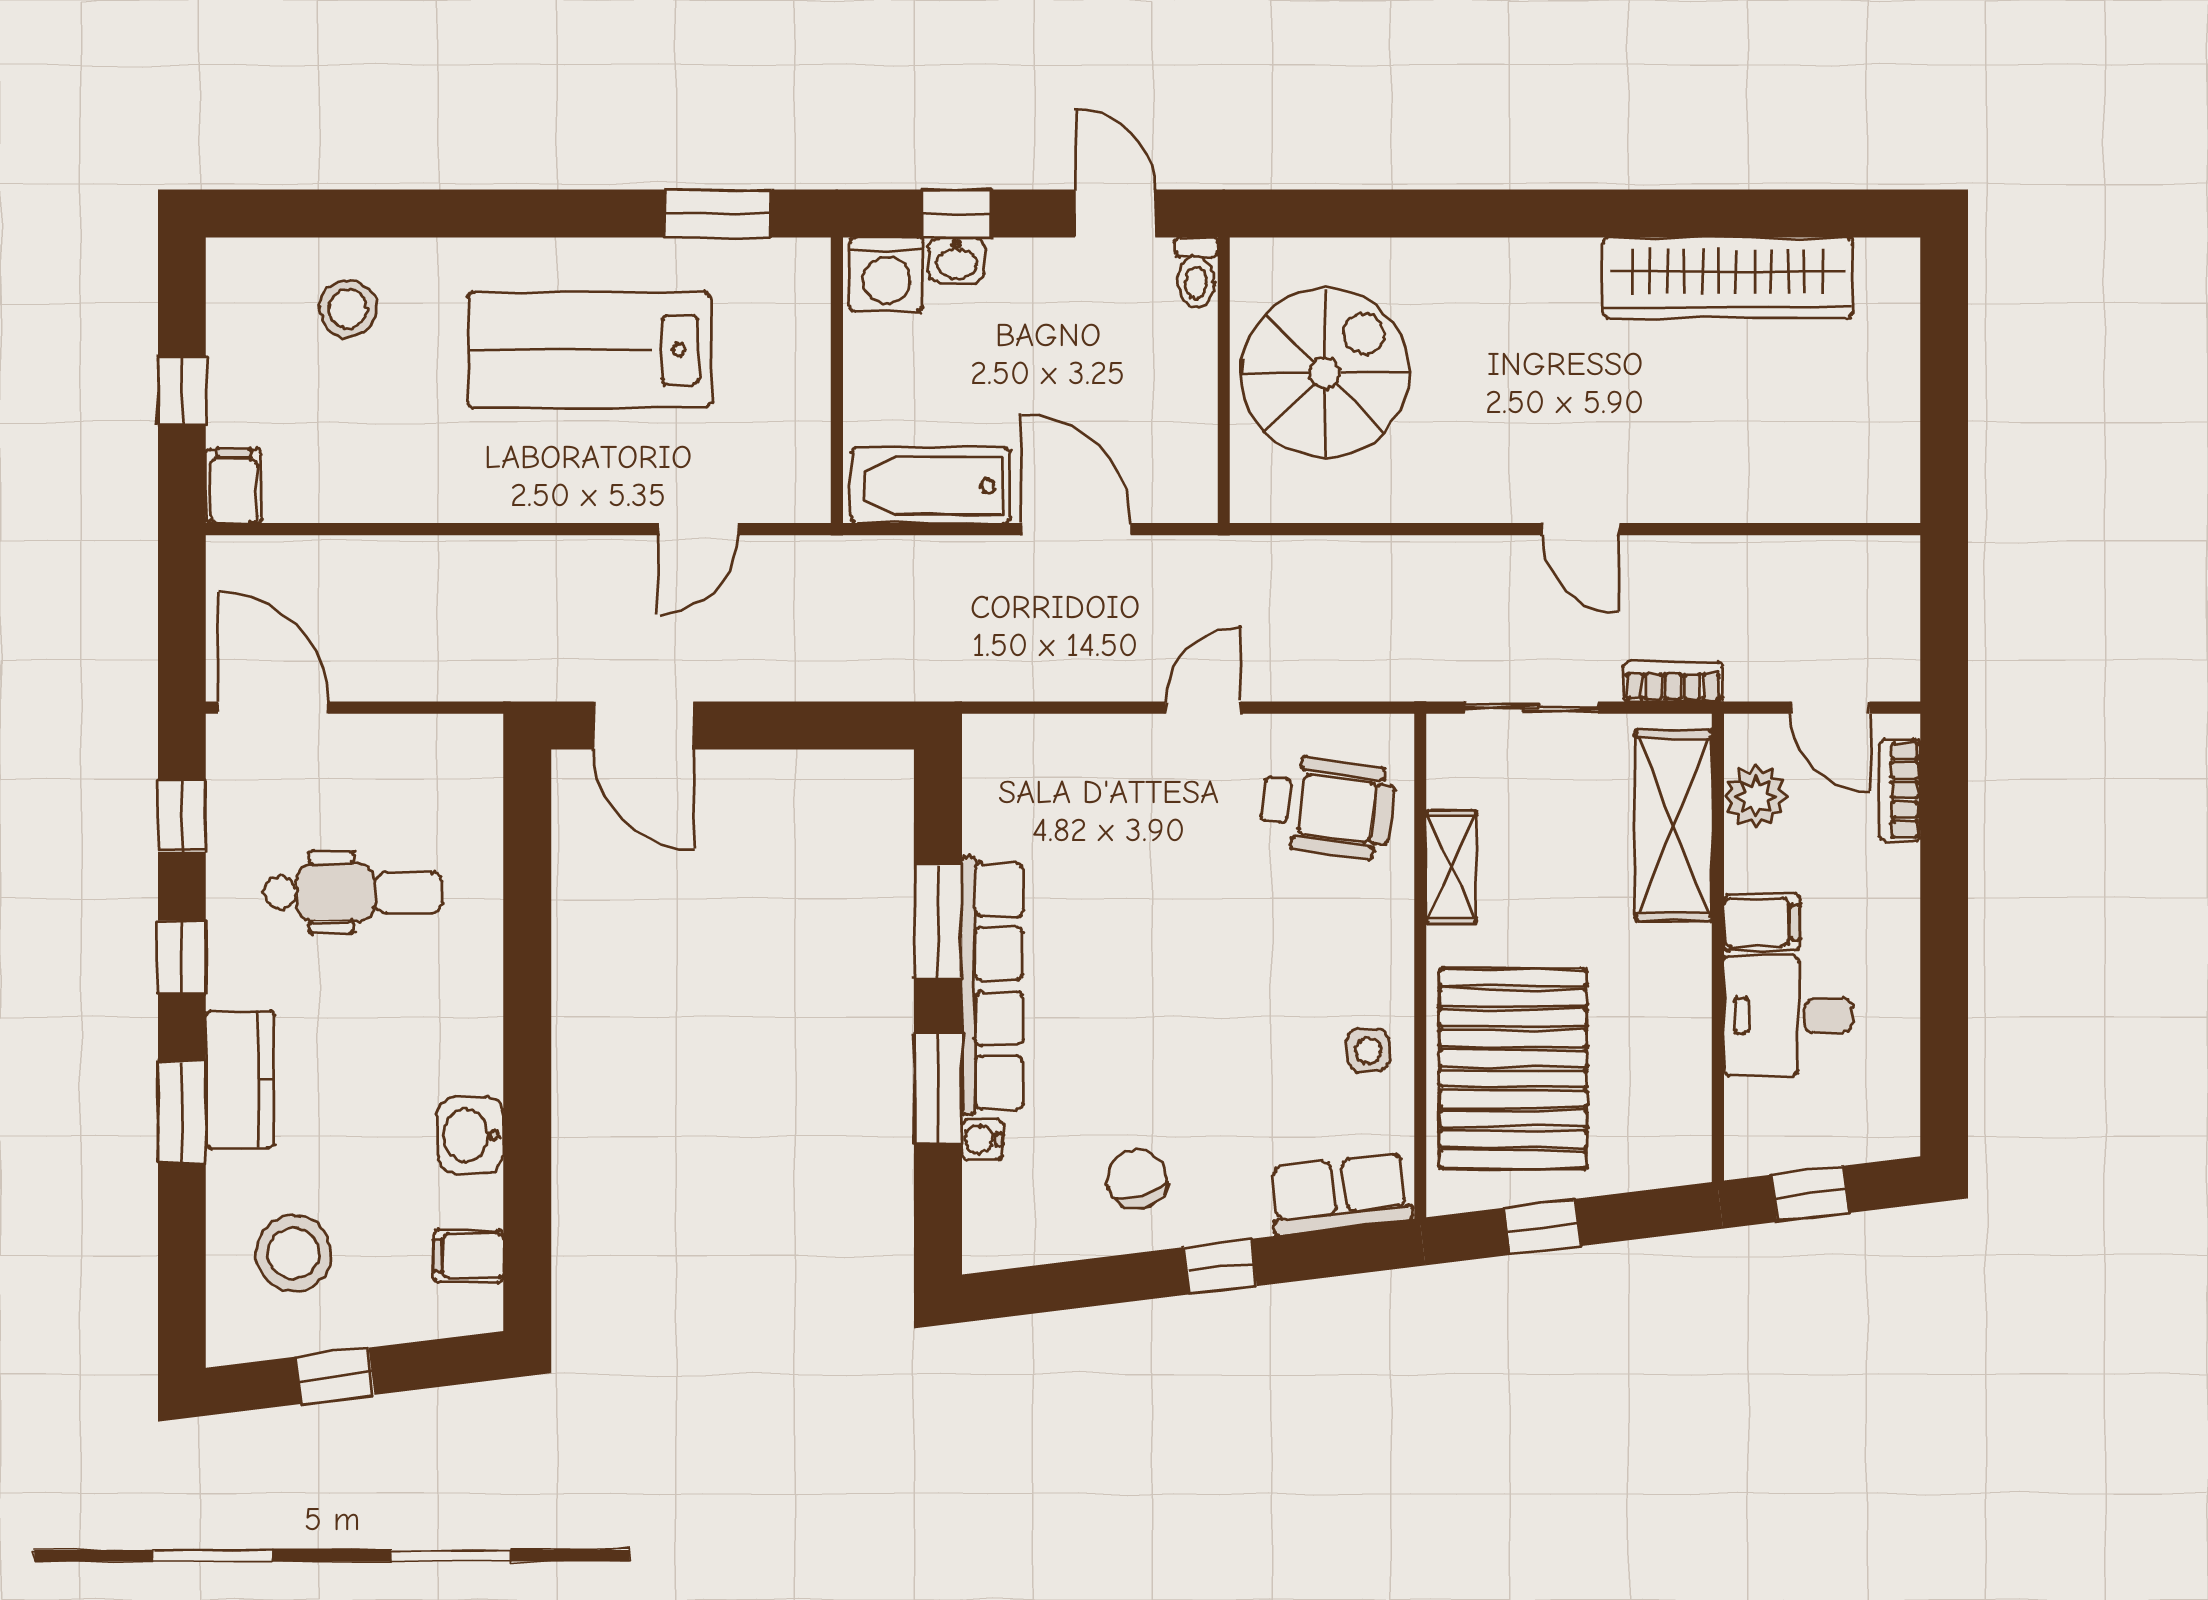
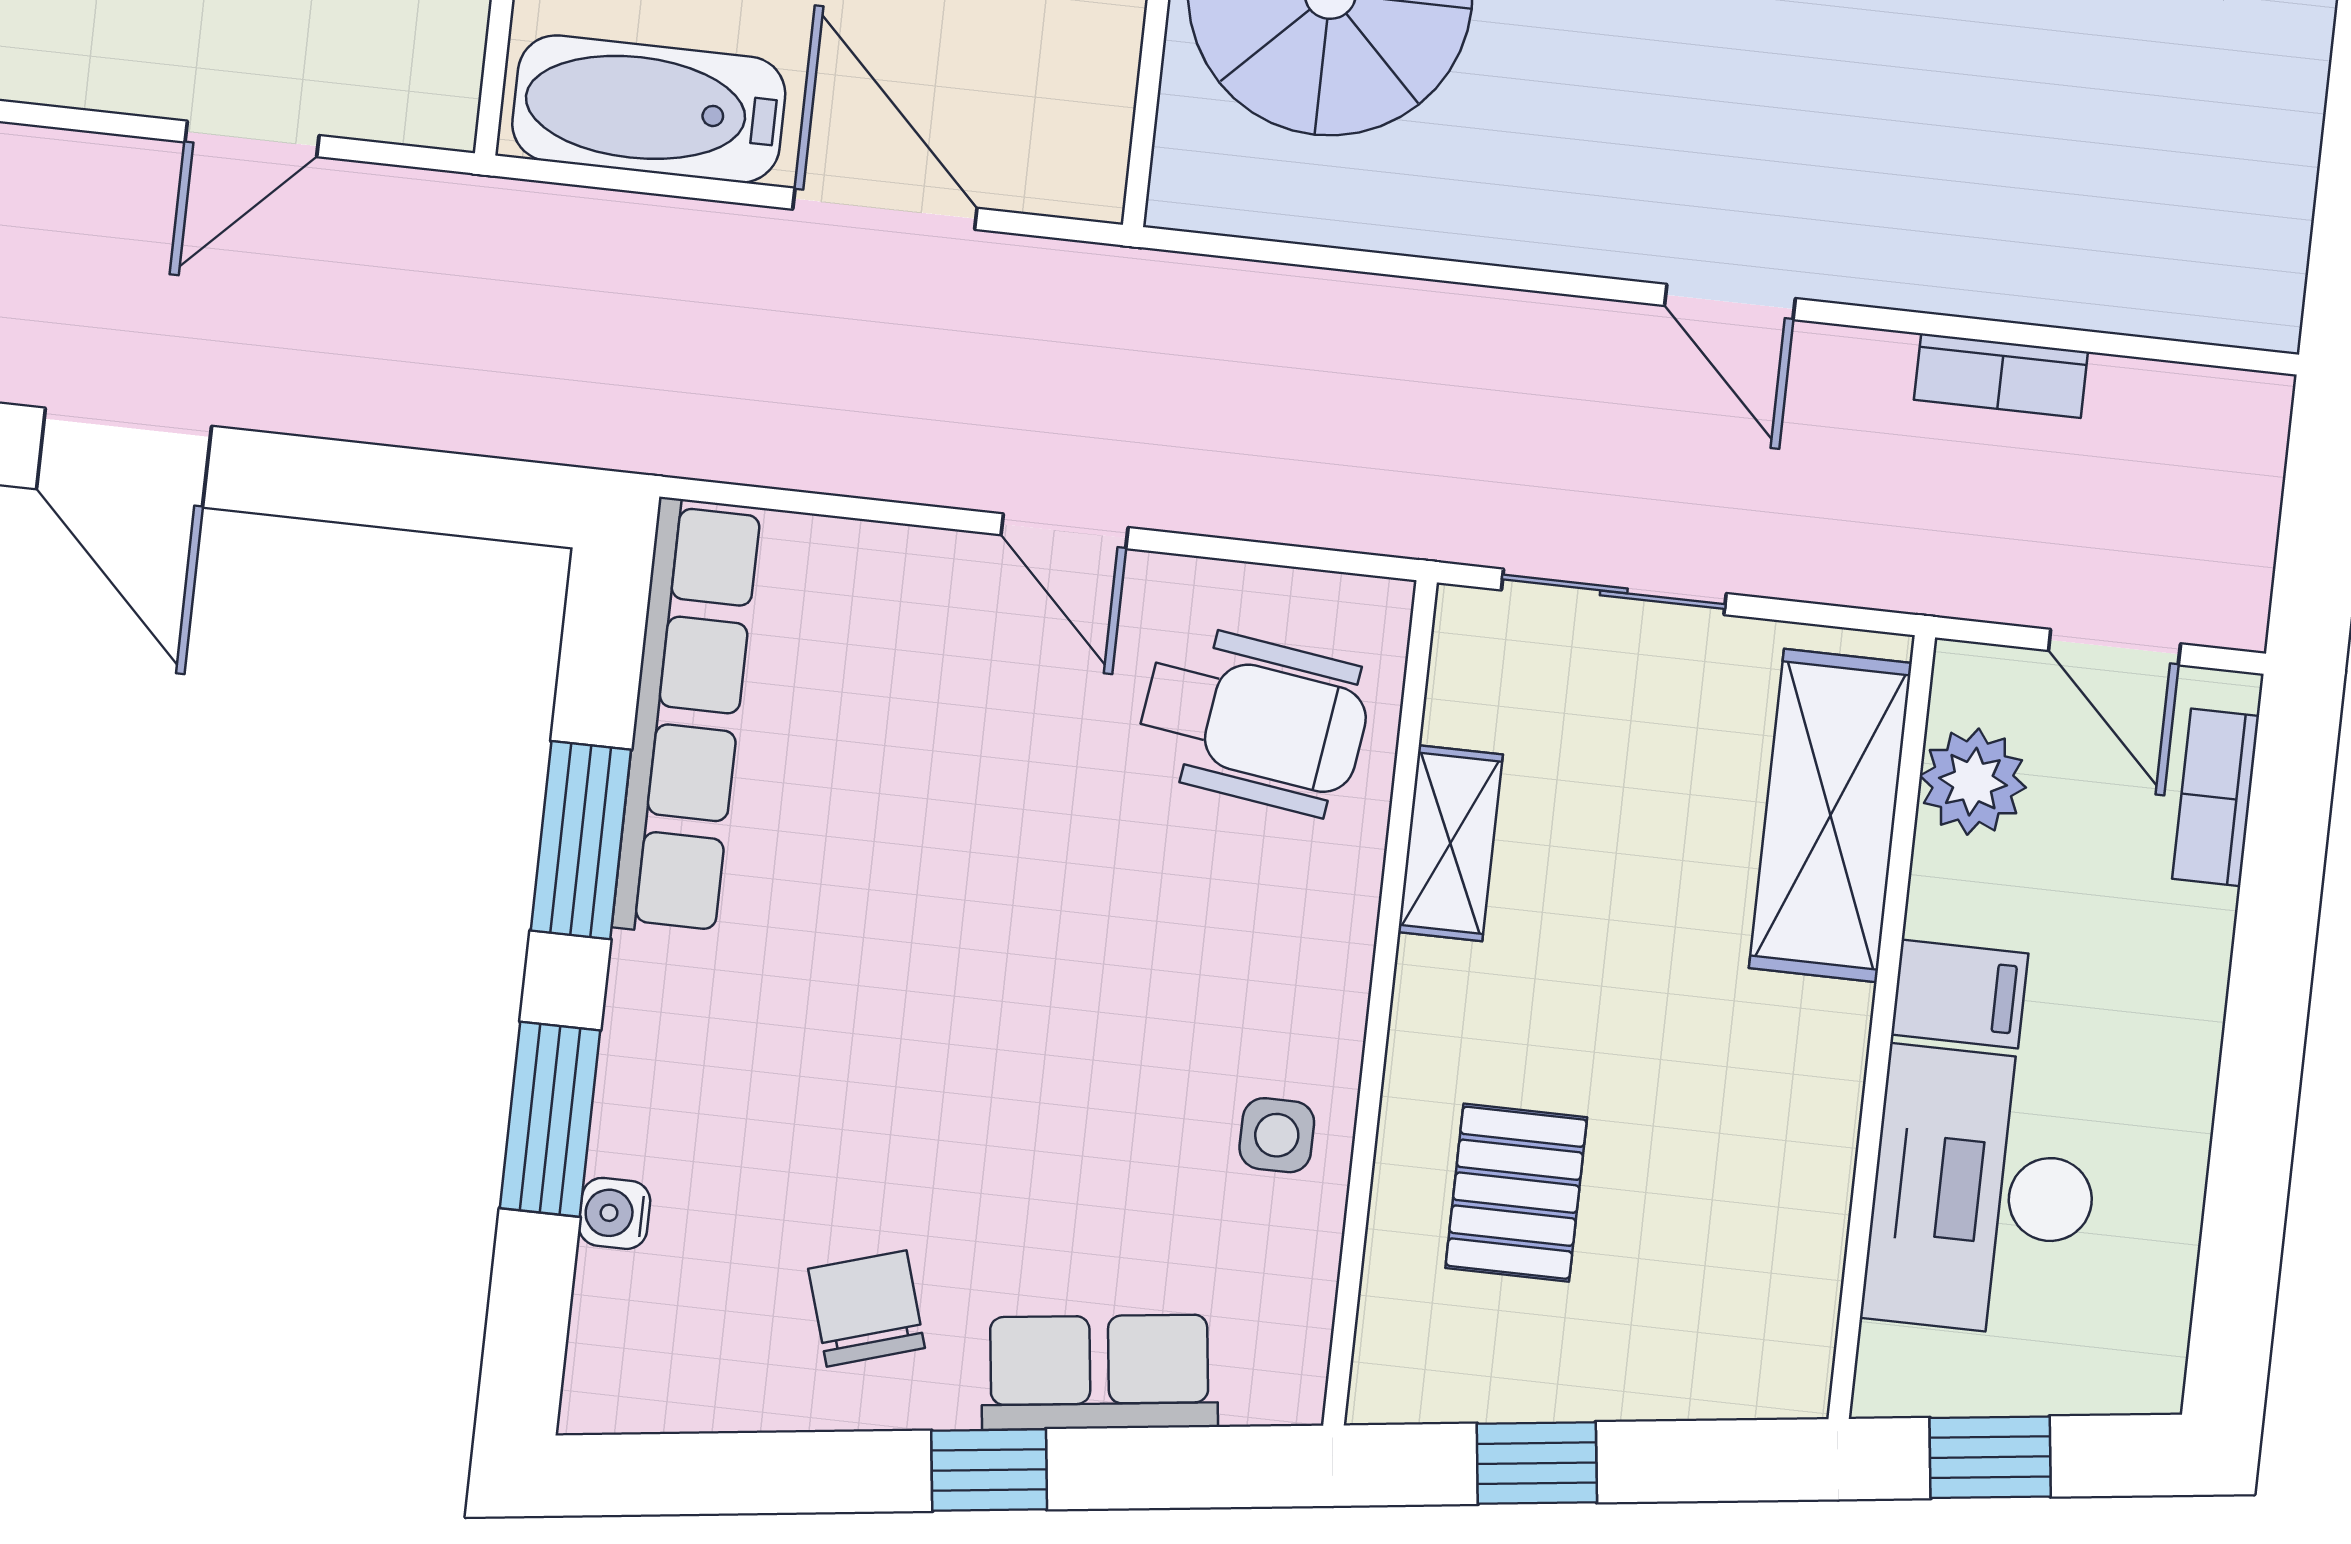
bookcase: (1673, 682) -> (2001, 376), moved, turned 180
door: (1203, 708) -> (1064, 531), swing flipped
row of seats: (992, 986) -> (686, 718), moved
desk: (1788, 1016) -> (1983, 1192), width x1.37
pallet: (1513, 1069) -> (1516, 1193), width x0.49, depth x0.50
row of seats: (1340, 1194) -> (1099, 1372), moved

